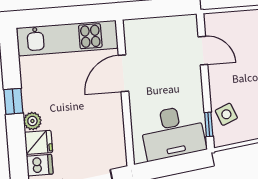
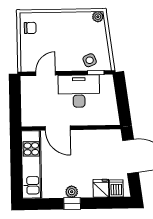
plant: (32, 121) -> (72, 192), moved
desk: (173, 133) -> (79, 91), moved, turned -83

